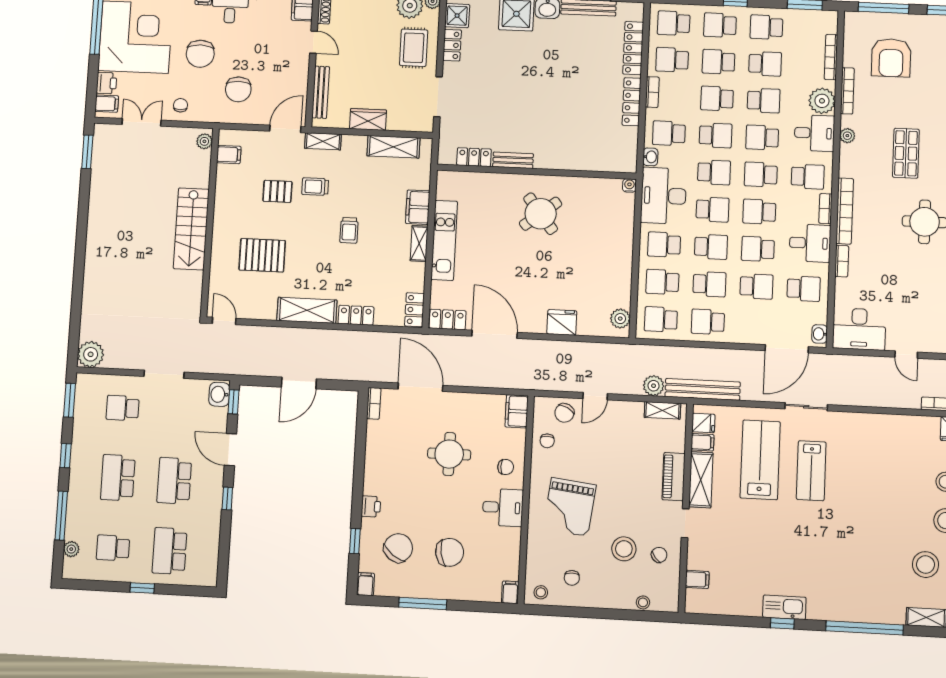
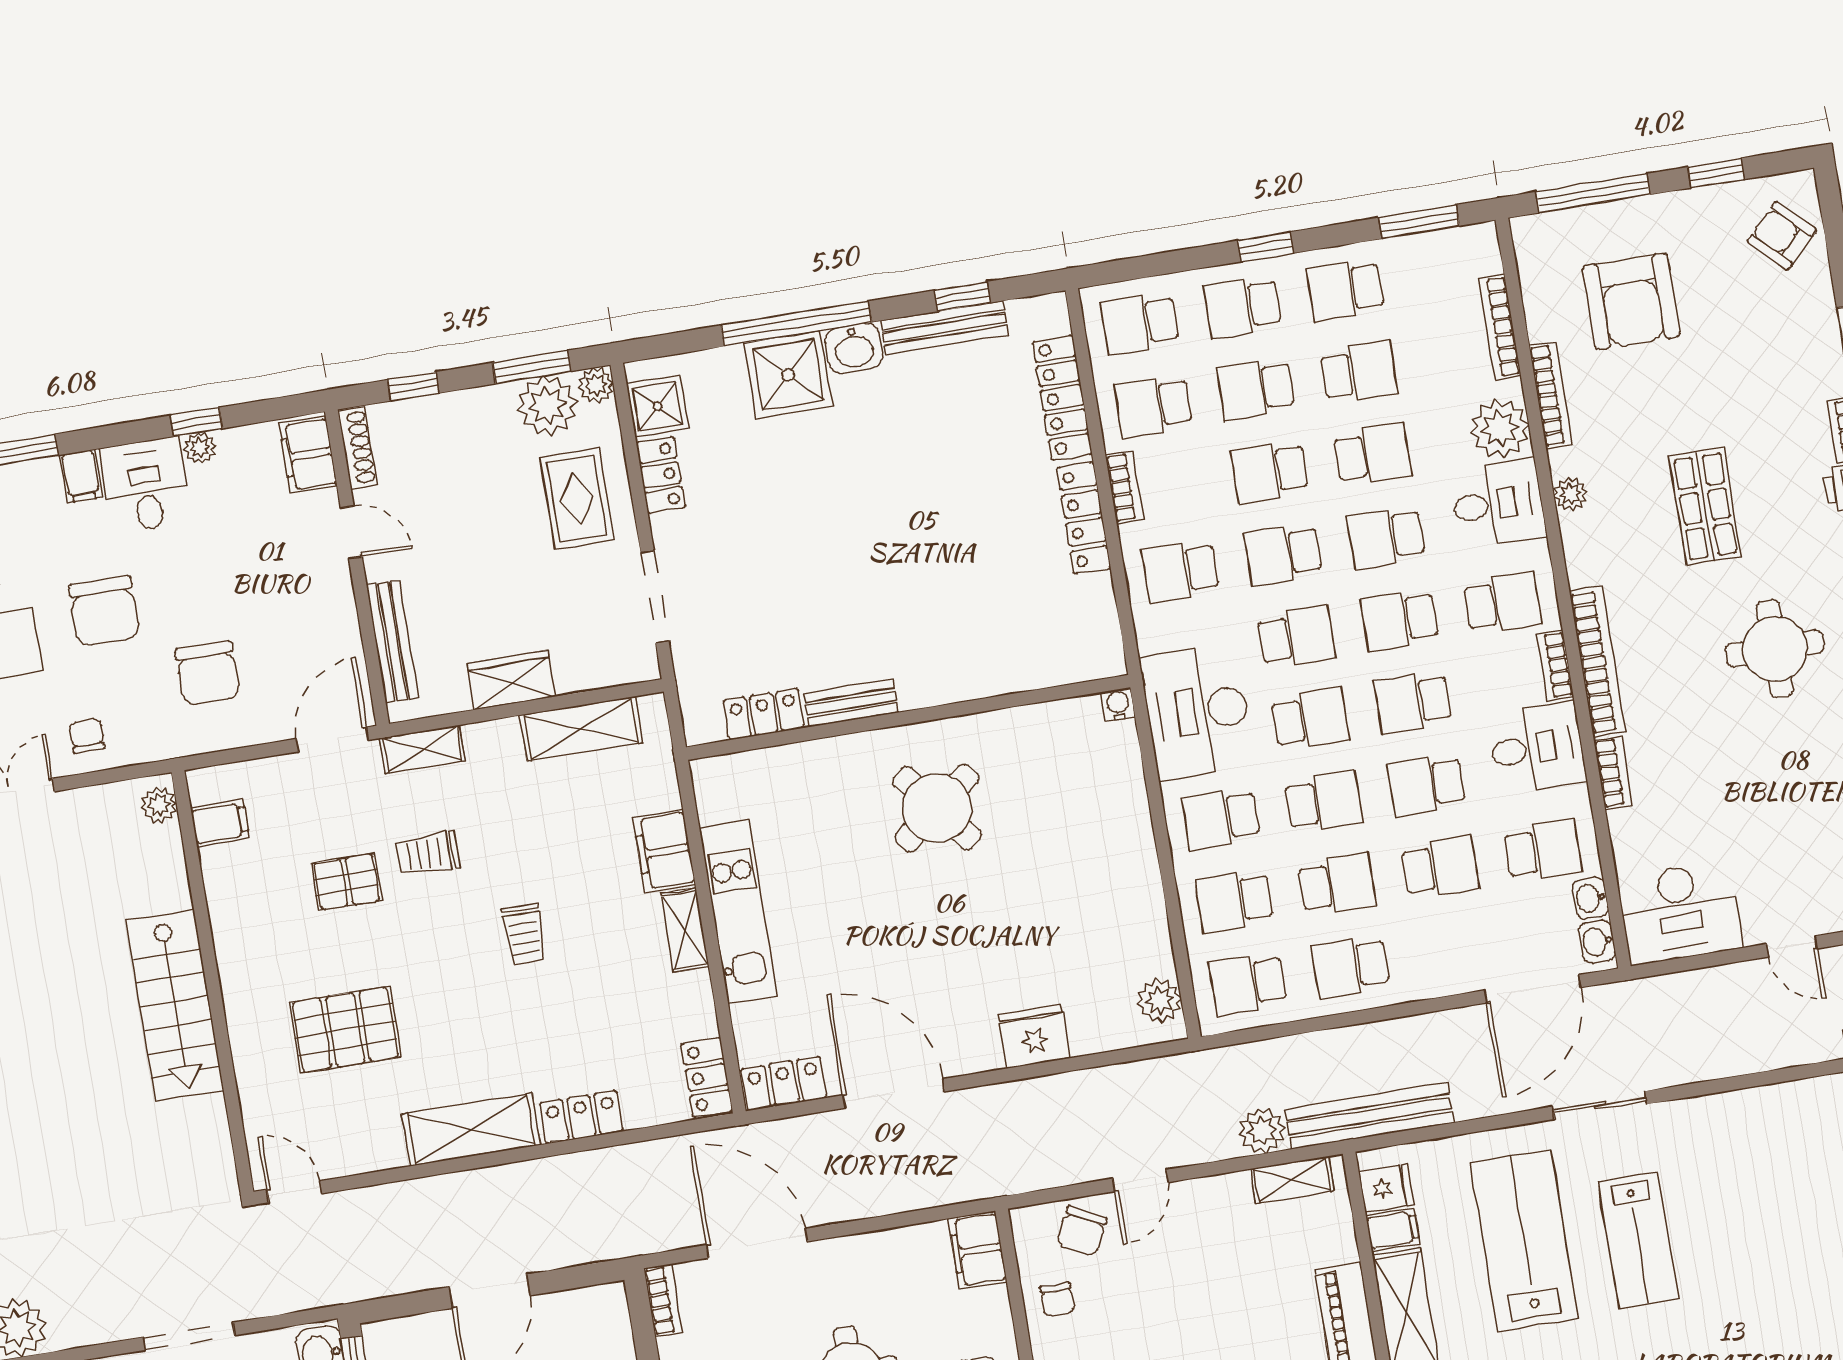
school desk: (716, 135) -> (1283, 554), turned 180
washbasin: (650, 157) -> (1590, 898), moved, turned 180

